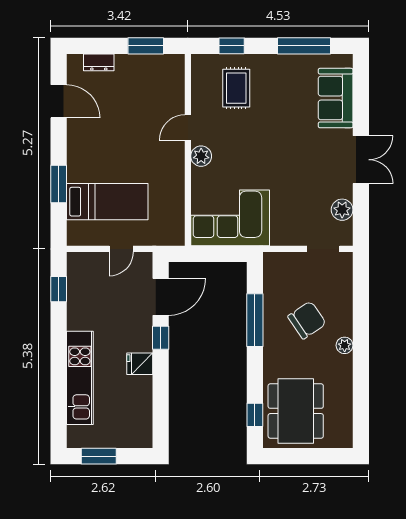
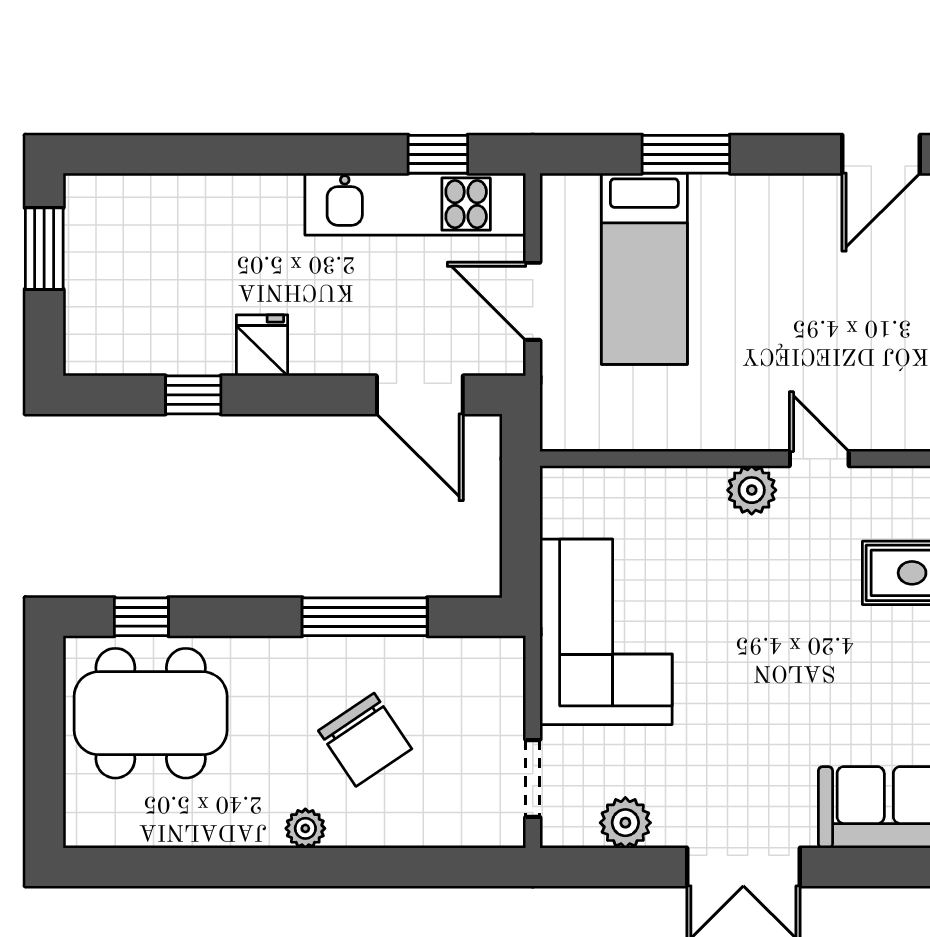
corner sofa: (230, 218) -> (606, 632), moved
door: (121, 249) -> (533, 301), width x1.38
window: (161, 338) -> (193, 395), moved
kitchen unit: (80, 378) -> (415, 204), moved

